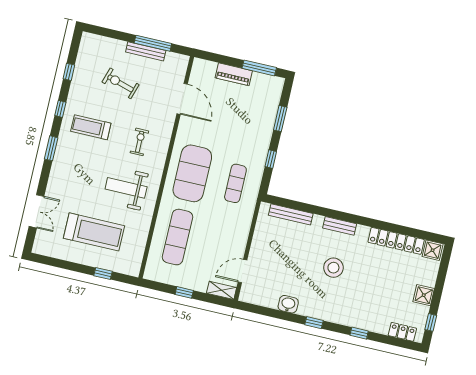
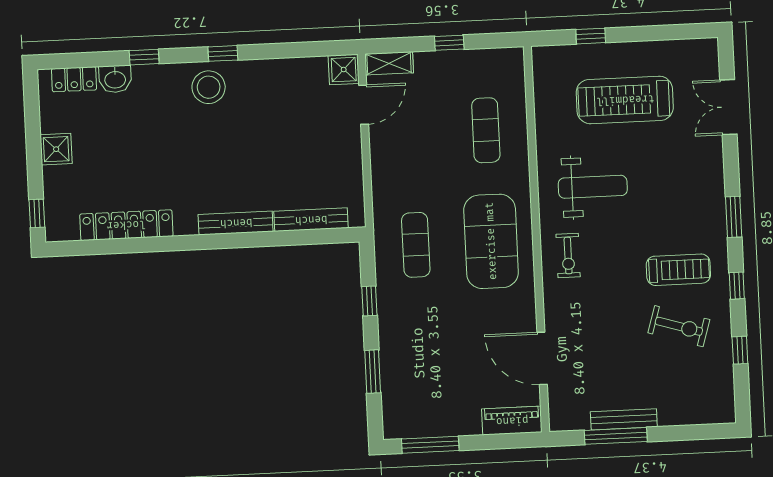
piano: (234, 74) -> (512, 421), moved
exercise bike: (120, 83) -> (679, 326), moved
exercise bike: (139, 142) -> (568, 255), moved
bench: (340, 226) -> (236, 223), width x1.36
exercise mat: (177, 237) -> (486, 130), width x0.73, depth x0.69
shower: (433, 250) -> (344, 70), moved
stool: (333, 268) -> (209, 87), moved
washbasin: (288, 304) -> (115, 79), moved
window: (431, 322) -> (37, 213), moved

